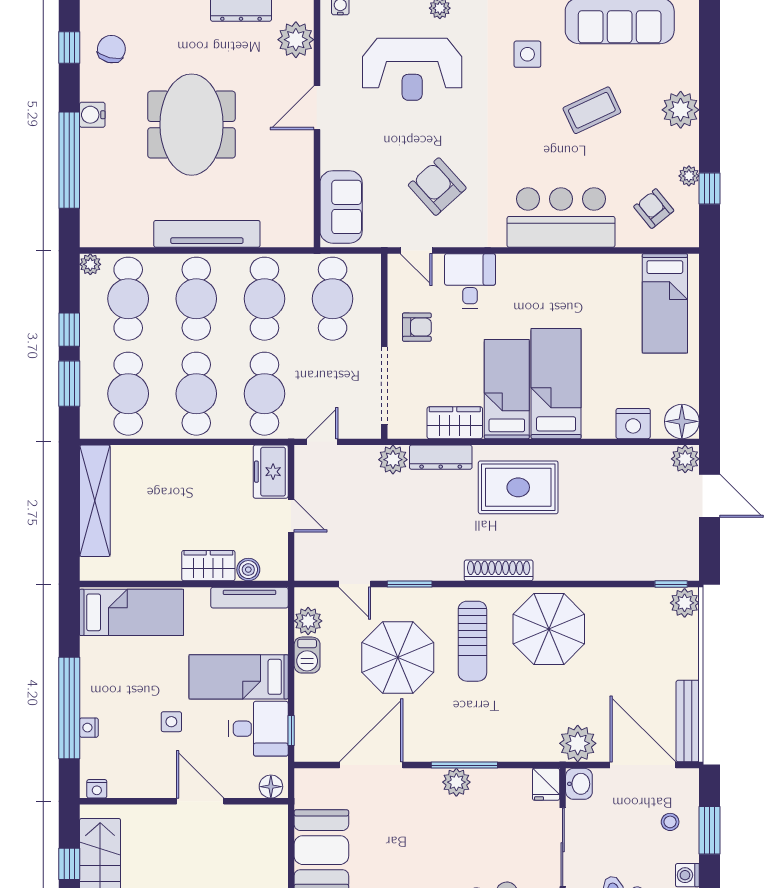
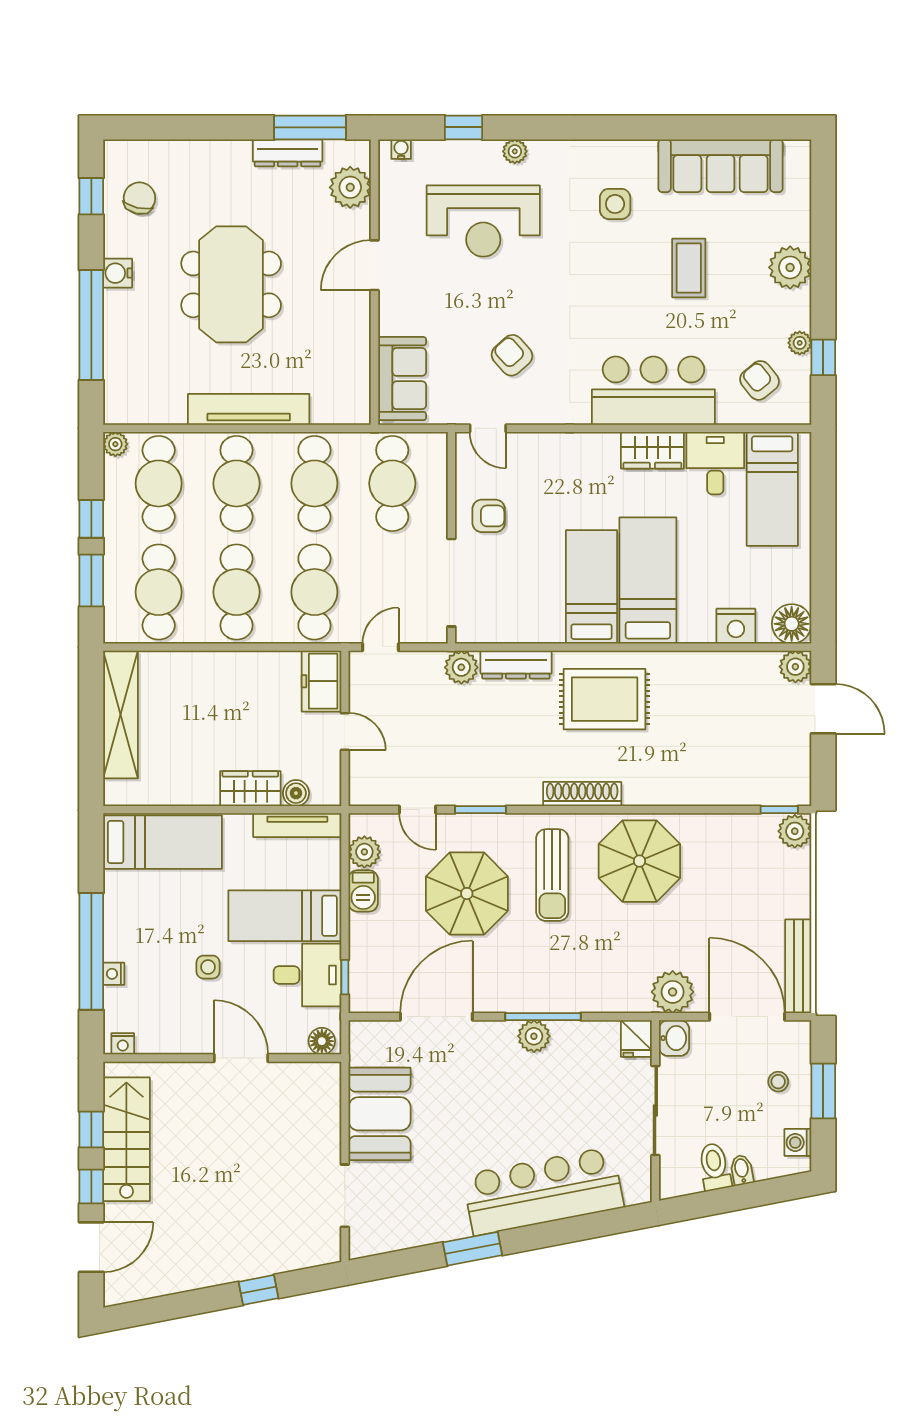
coffee table: (592, 110) -> (689, 268), turned -65
armchair: (437, 187) -> (512, 355), width x0.72, depth x0.72
desk: (470, 281) -> (715, 463), moved
wardrobe: (455, 423) -> (652, 450), moved, turned 180

